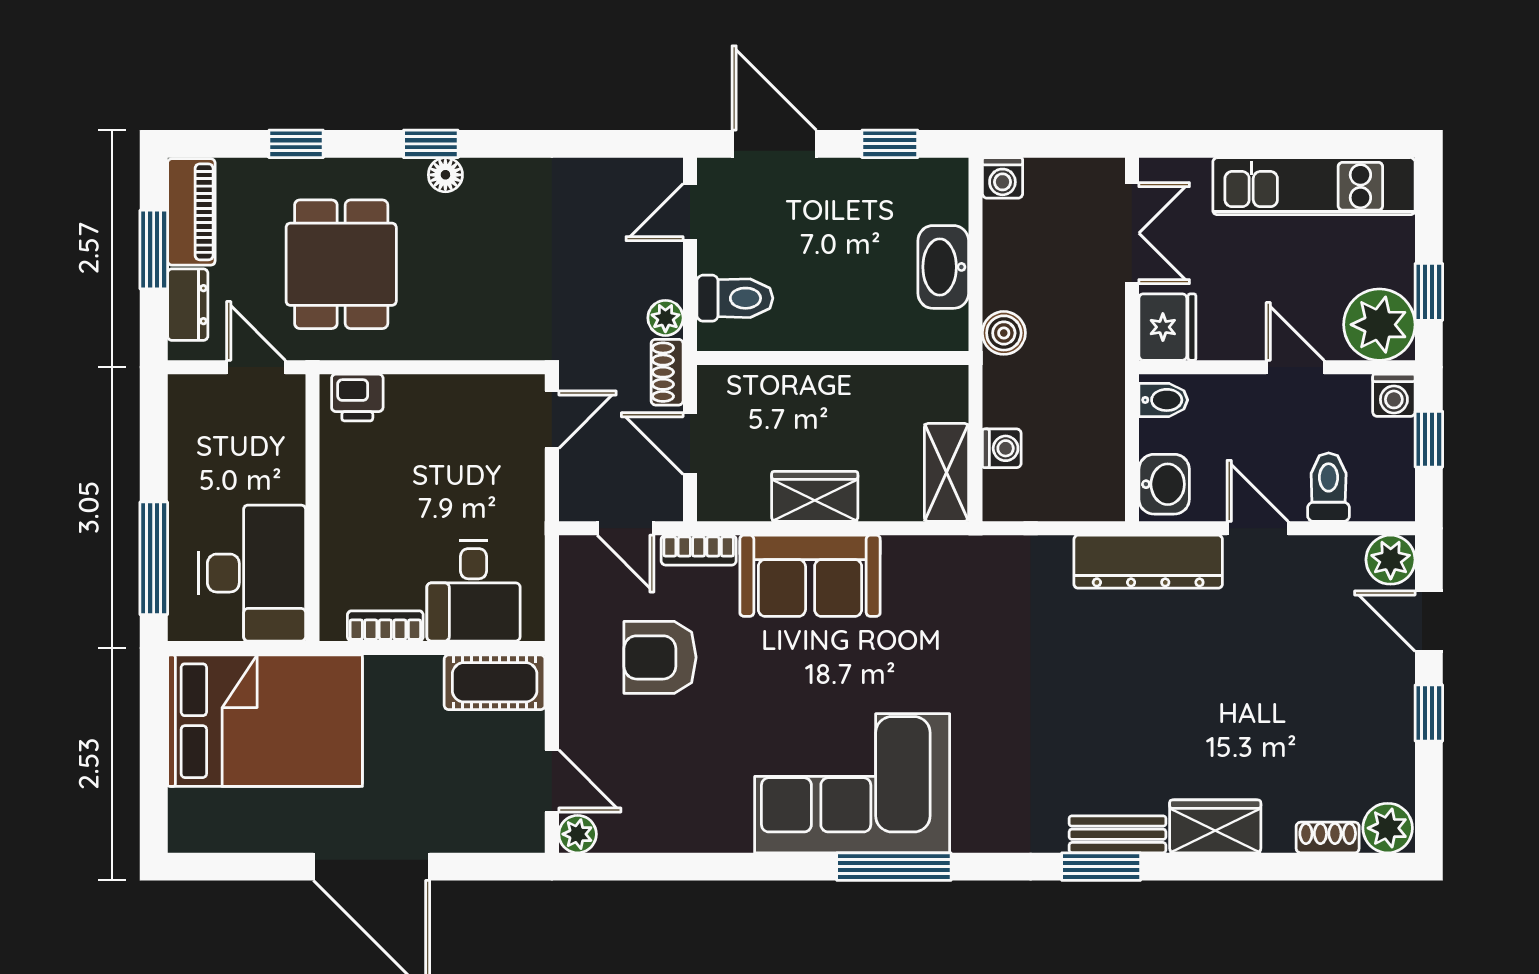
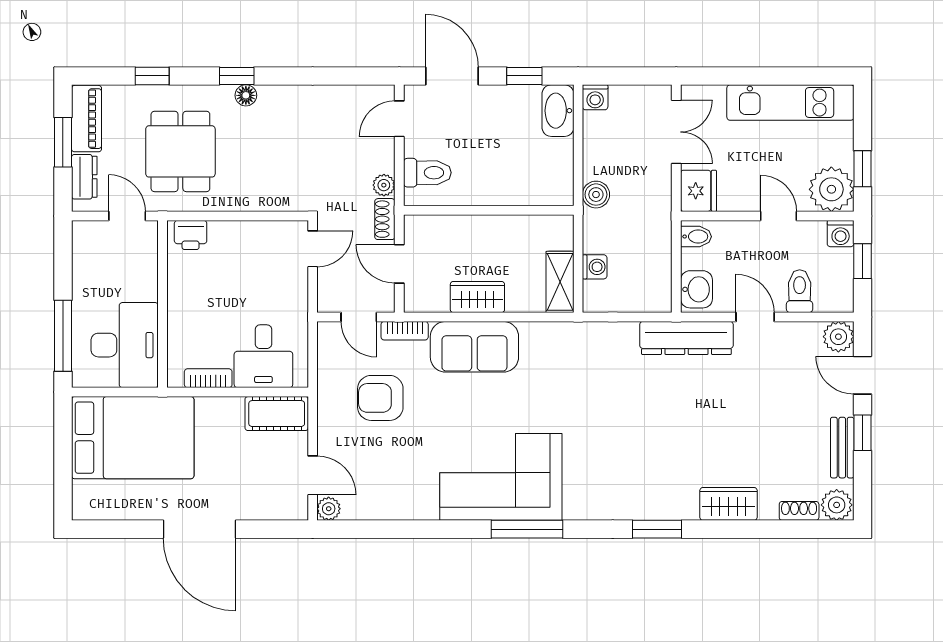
washbasin: (943, 267) -> (558, 111), moved
bench: (1117, 834) -> (842, 448), moved, turned 90

